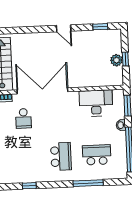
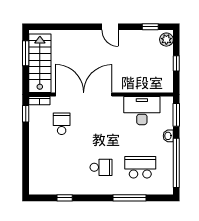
plant: (116, 60) -> (166, 40), moved
school desk: (24, 118) -> (62, 124), turned 180
school desk: (61, 156) -> (101, 167), width x0.54

